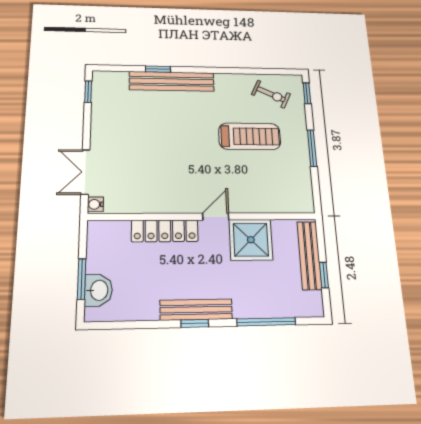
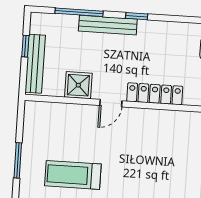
shower: (251, 240) -> (78, 85), width x0.73, depth x0.73
bench: (196, 310) -> (108, 25), moved

